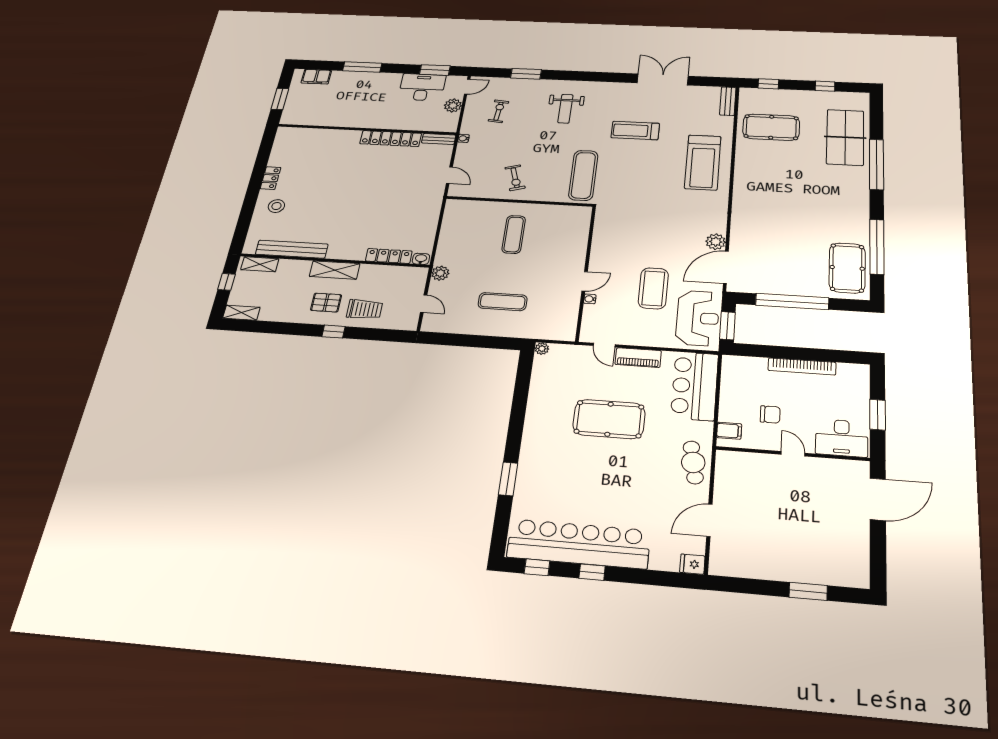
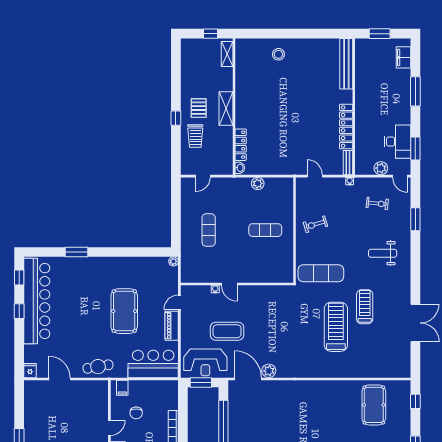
bench: (728, 101) -> (397, 372), removed
treadmill: (703, 162) -> (336, 327), moved, turned 90
door: (449, 175) -> (315, 176), swing flipped
locker: (271, 178) -> (303, 44), removed
bench: (292, 249) -> (346, 64), moved
plant: (440, 273) -> (258, 183), moved
shelving: (241, 313) -> (186, 51), removed

